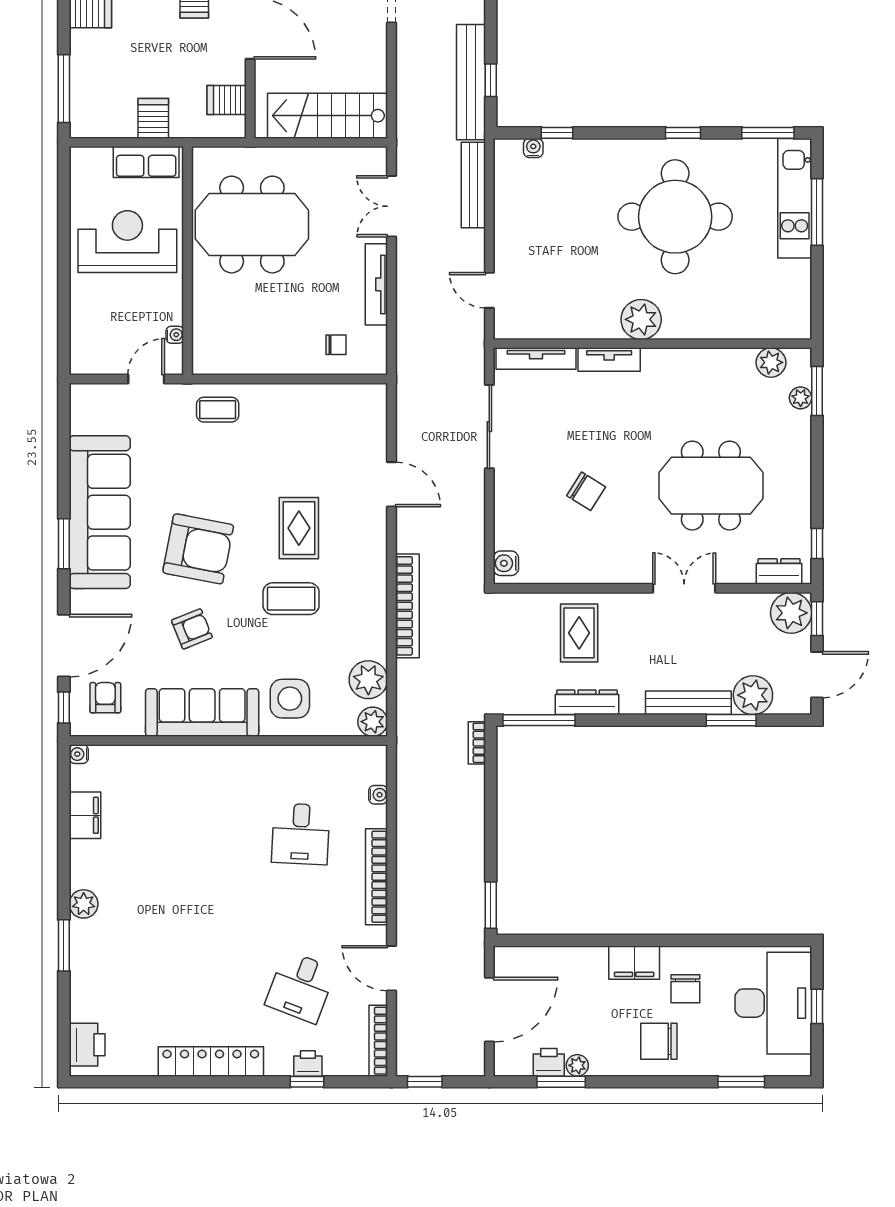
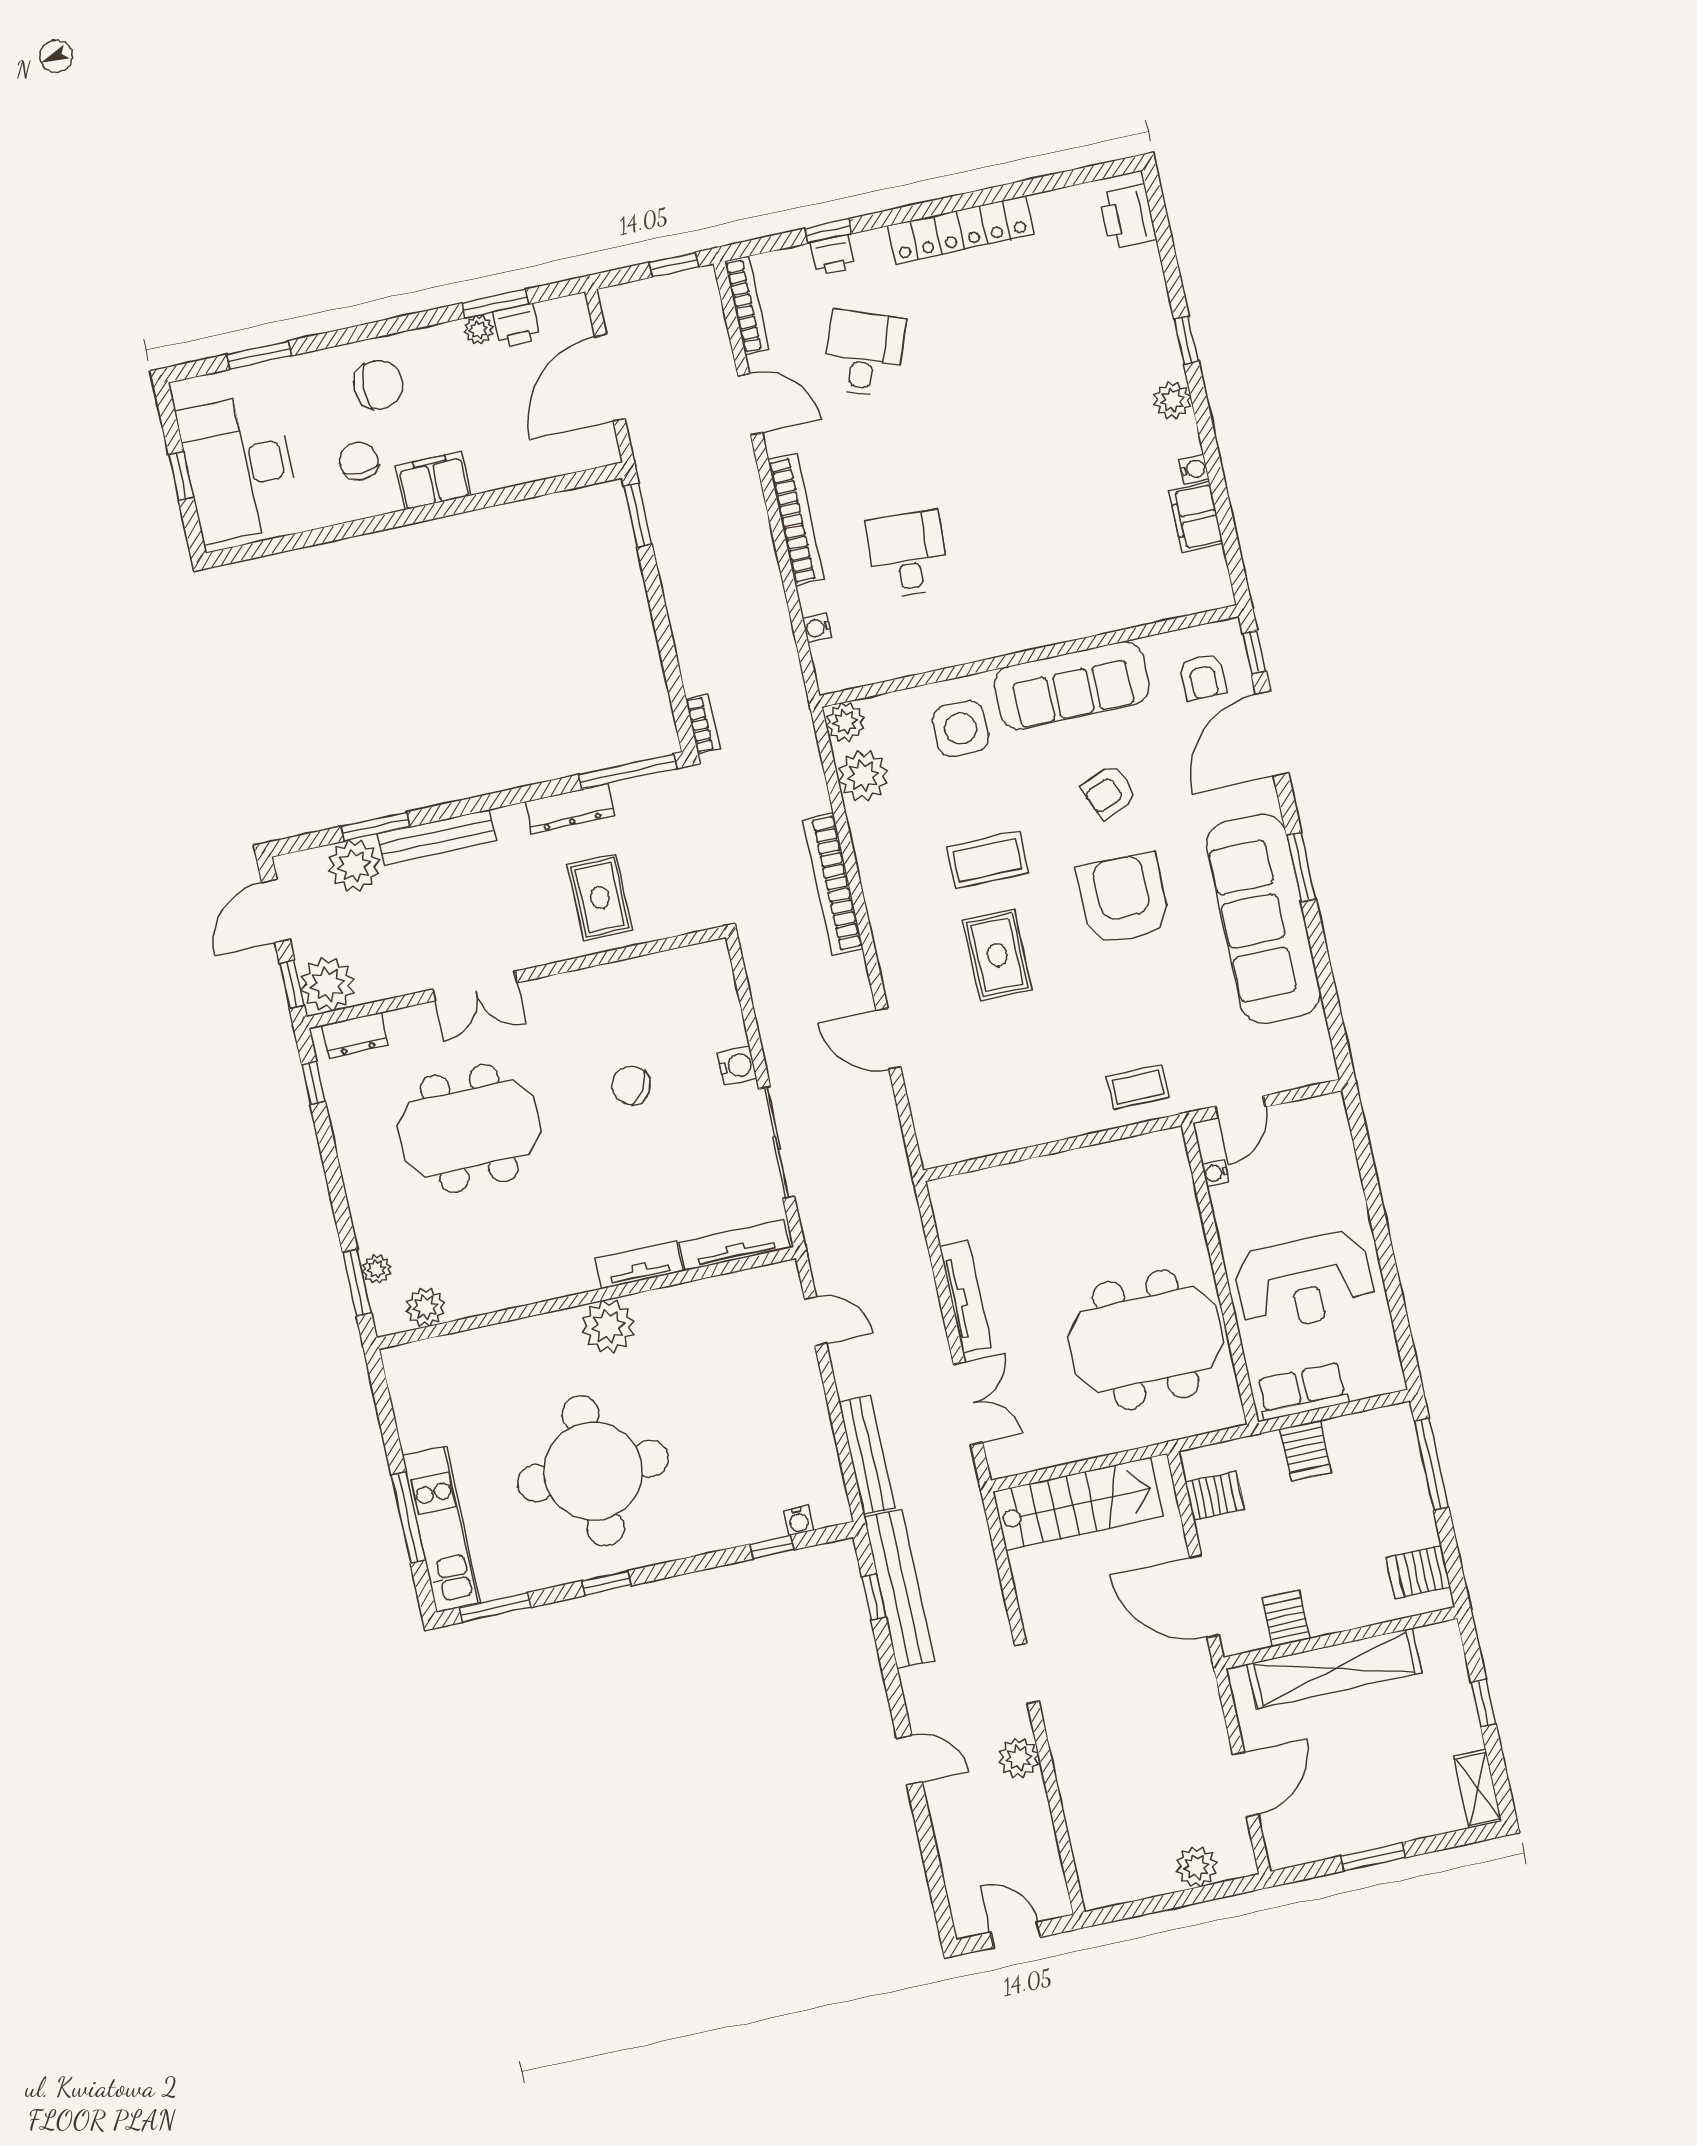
chair: (336, 345) -> (1001, 1206), removed
armchair: (198, 549) -> (1124, 899), turned 79
water cooler: (506, 563) -> (737, 1066), moved
water cooler: (79, 754) -> (1194, 469), moved
window: (64, 945) -> (1186, 340), width x0.67

